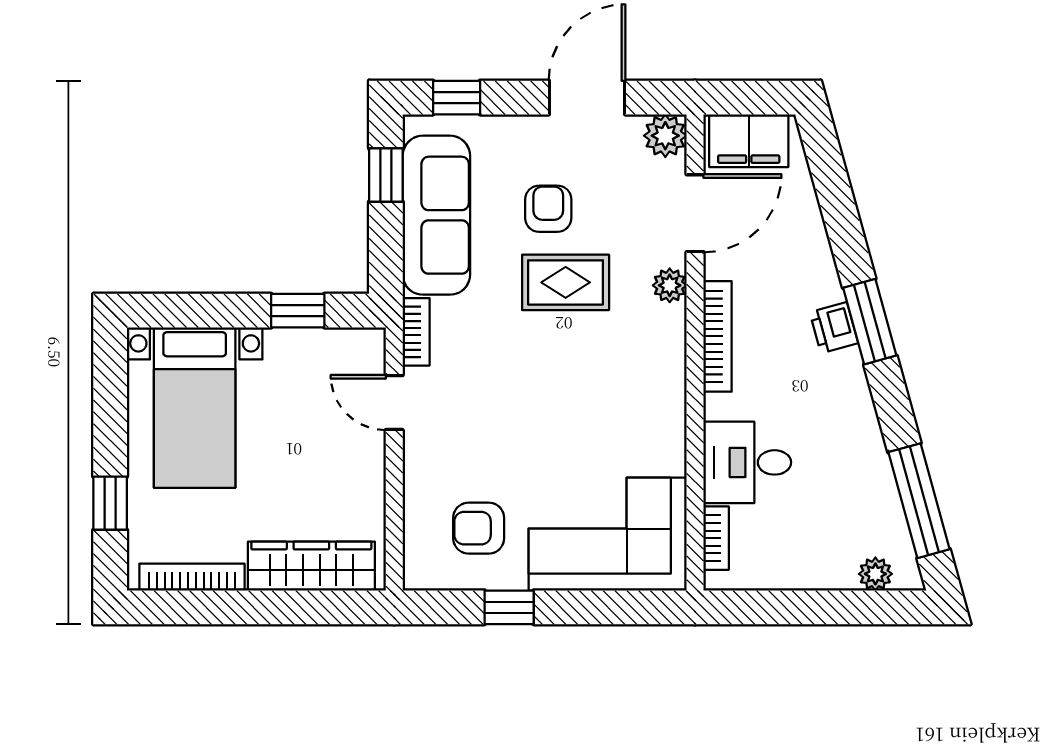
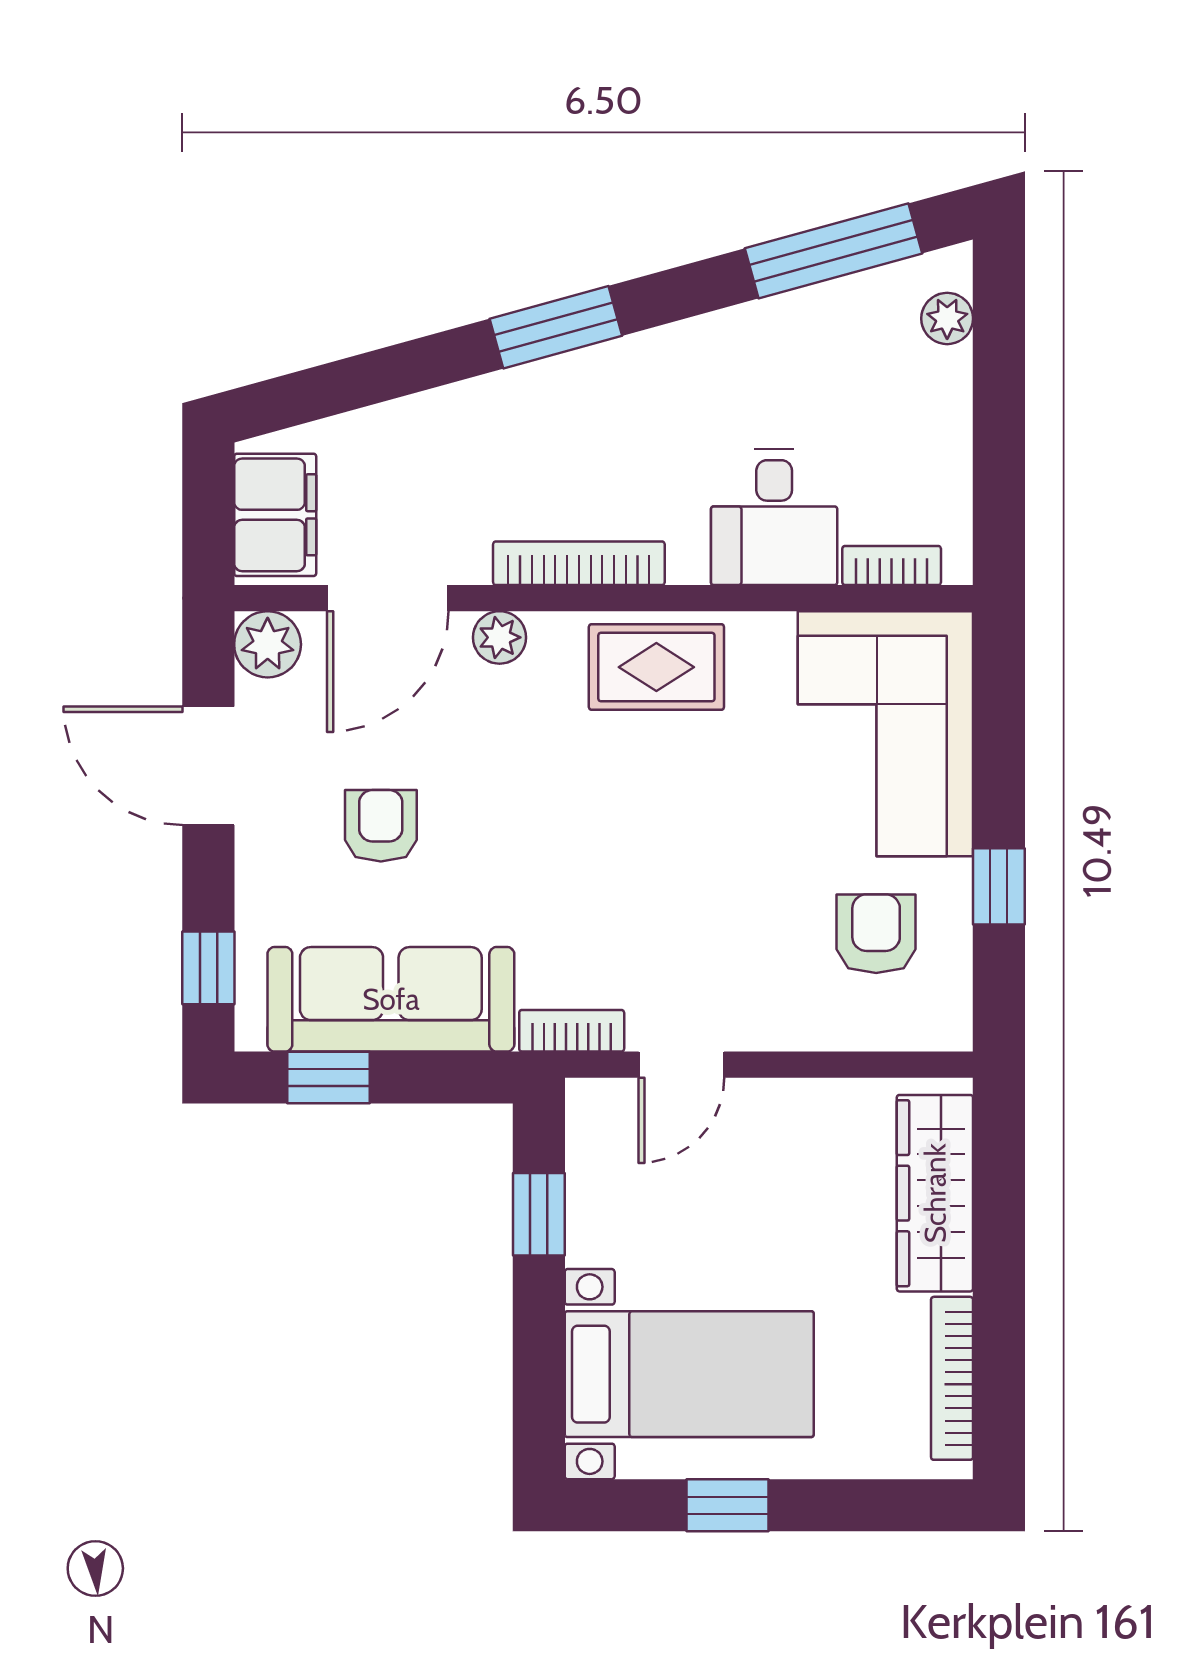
armchair: (548, 209) -> (381, 826), turned 90
door: (695, 213) -> (388, 598), swing flipped
rug: (566, 282) -> (656, 667), moved, turned 90
printer: (834, 328) -> (565, 383), removed
window: (110, 503) -> (728, 1505), moved
armchair: (479, 528) -> (876, 934), turned 180

